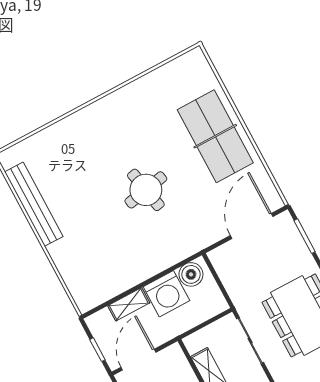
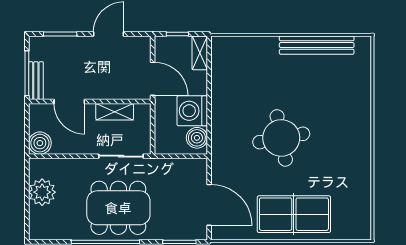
round table: (146, 190) -> (281, 138), width x1.36, depth x1.36
shelving: (129, 304) -> (200, 53), moved
door: (138, 360) -> (153, 79), moved

